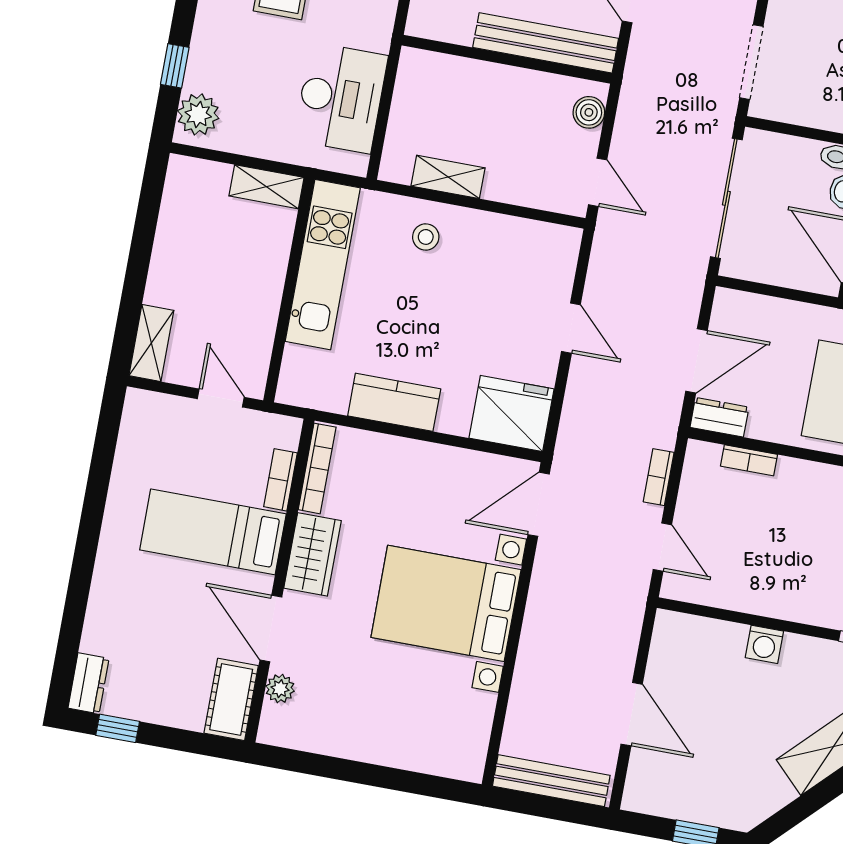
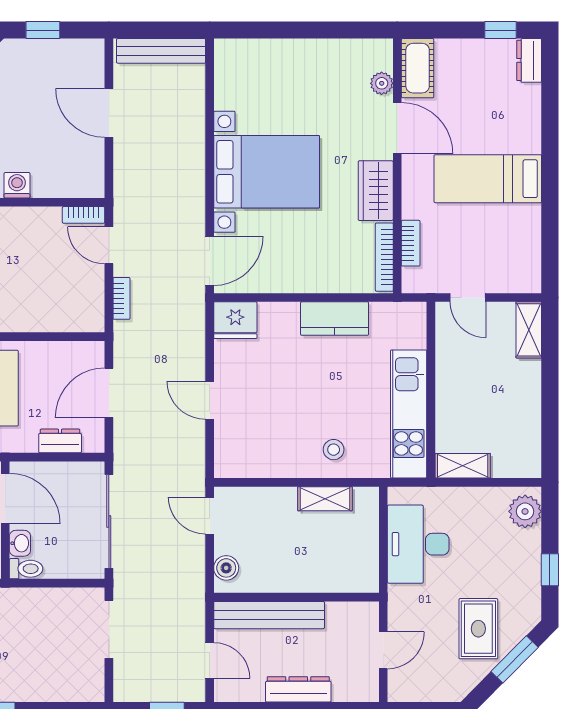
window: (175, 66) -> (550, 570), moved
fridge: (512, 413) -> (235, 320), width x0.73, depth x0.75
dresser: (719, 417) -> (60, 441), moved, turned 180
bookcase: (749, 460) -> (84, 215), moved, turned 180
bed: (213, 532) -> (488, 179), moved, turned 180

